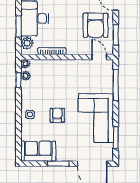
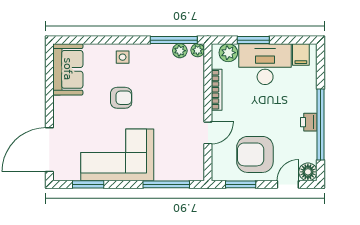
door: (99, 57) -> (208, 133), moved
window: (18, 80) -> (174, 40), width x2.17
window: (58, 164) -> (49, 99), removed

